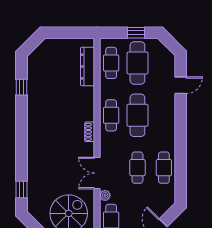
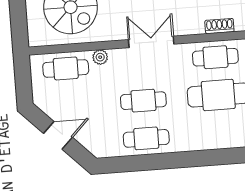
shoe rack: (90, 132) -> (219, 26), moved
double door: (97, 173) -> (151, 42), moved

